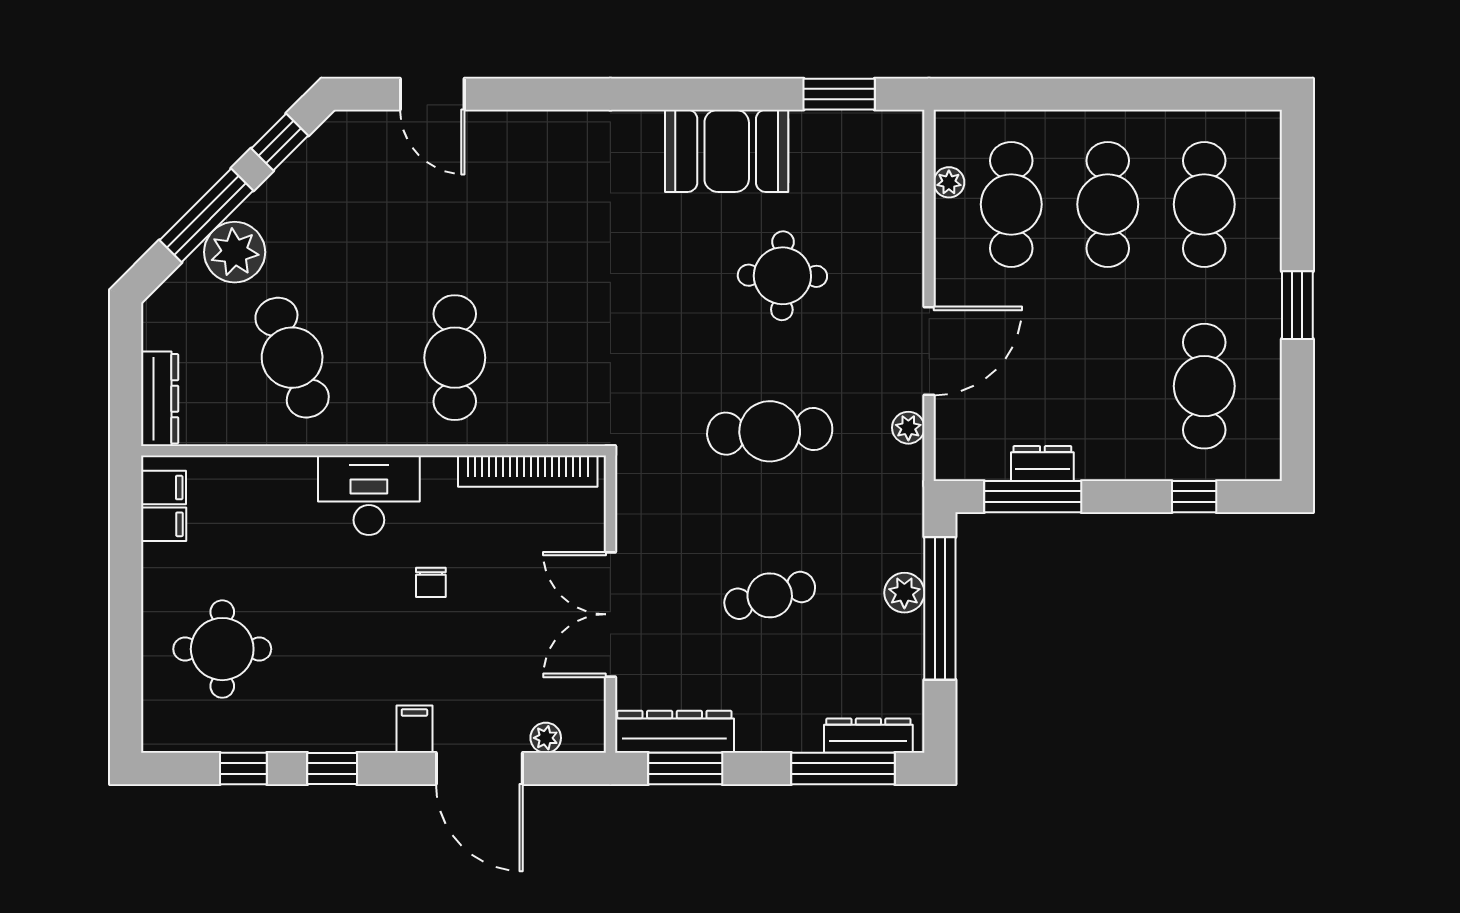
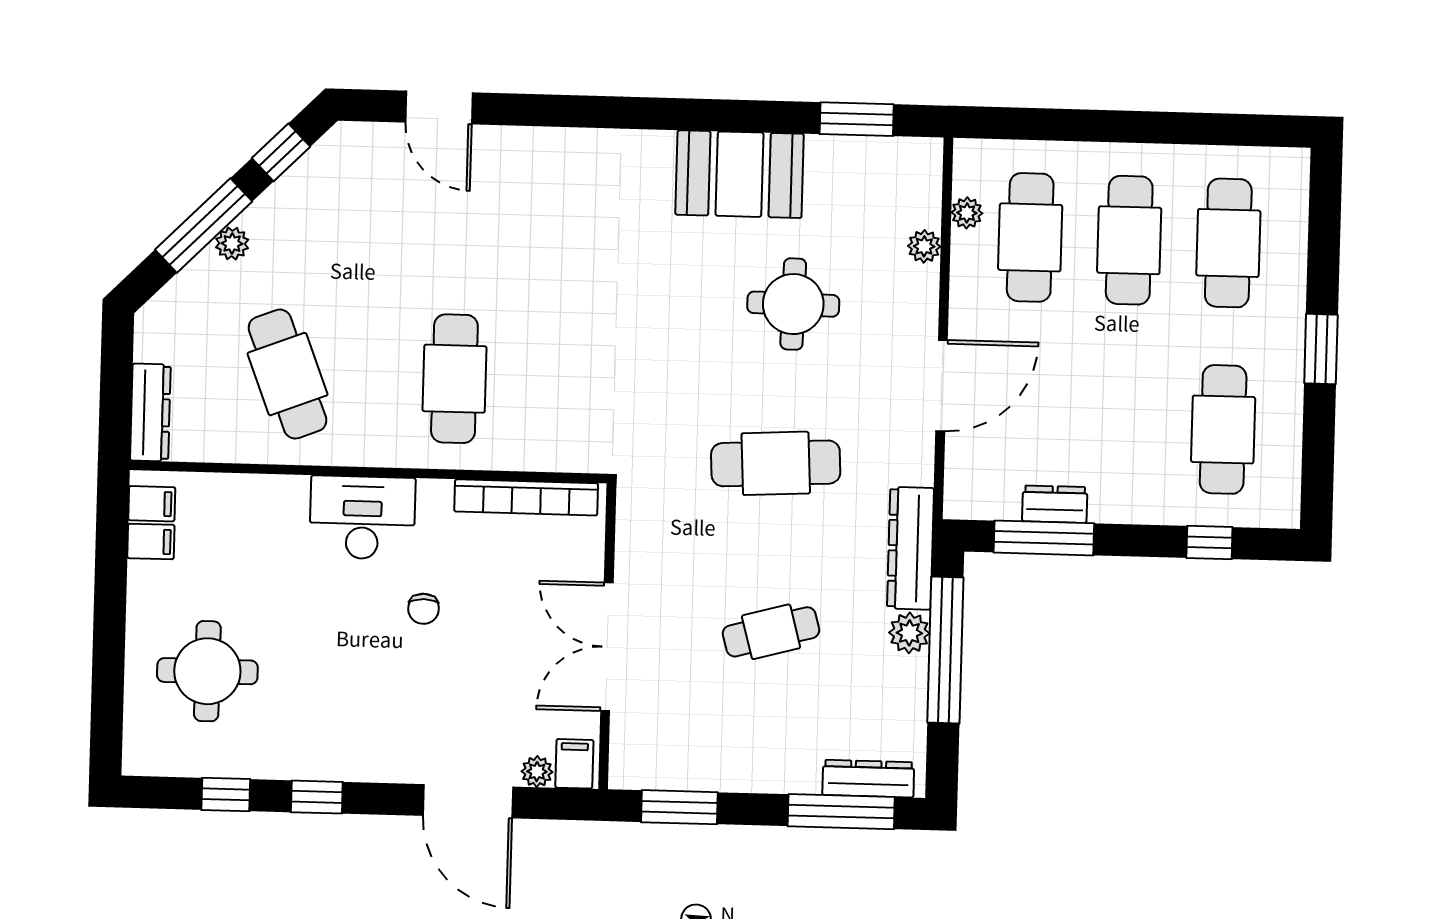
plant: (235, 252) -> (232, 243), width x0.53, depth x0.53
plant: (908, 428) -> (924, 246), moved
filing cabinet: (414, 729) -> (574, 764), moved
dresser: (674, 732) -> (910, 548), moved, turned -90

